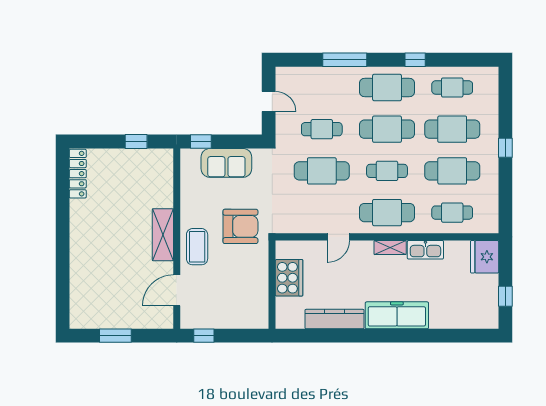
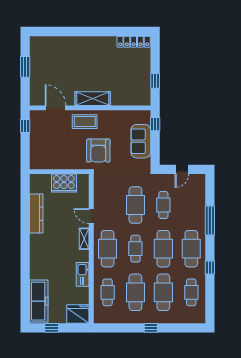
shelving: (390, 247) -> (84, 239), moved
freezer: (397, 315) -> (39, 301), moved

